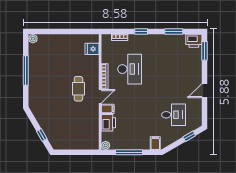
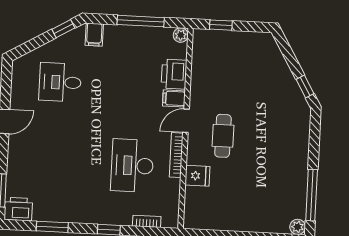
fridge: (92, 49) -> (197, 176), moved
window: (26, 71) -> (312, 195), moved
window: (42, 135) -> (305, 86), moved
window: (189, 136) -> (63, 29), moved
window: (83, 152) -> (221, 25), added

